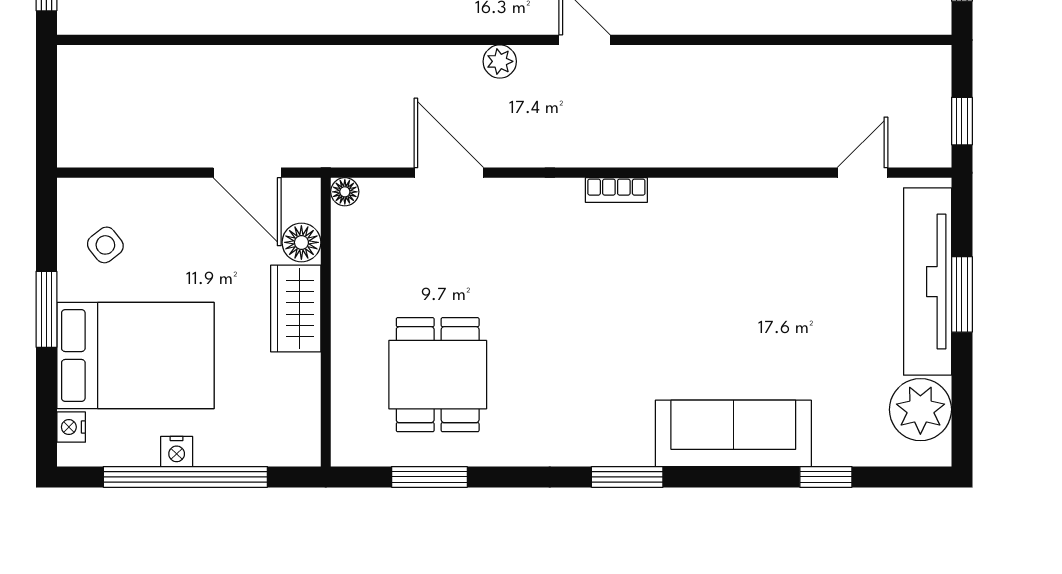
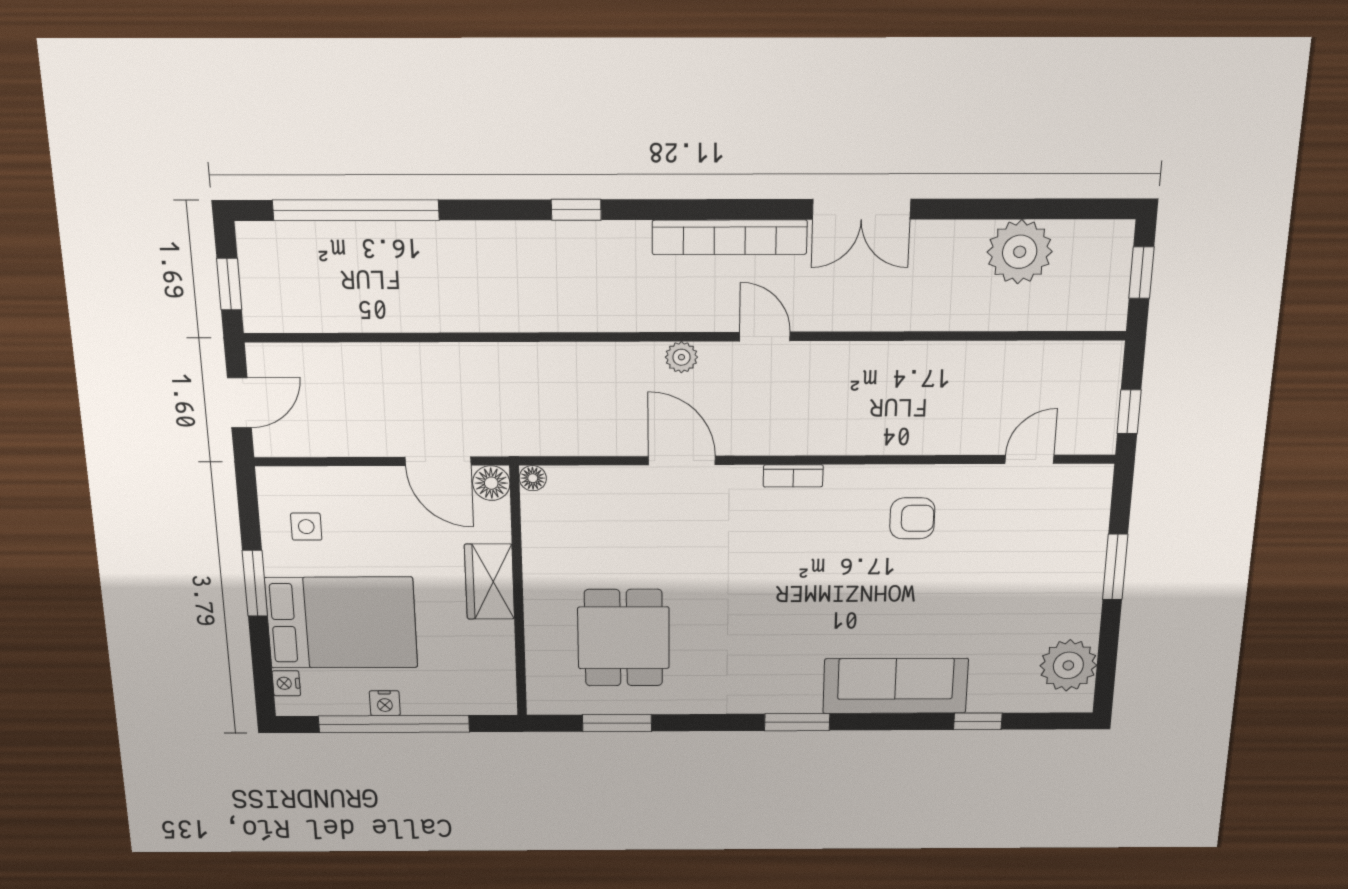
door: (46, 109) -> (239, 403), added
door: (449, 173) -> (682, 460), moved
armchair: (743, 238) -> (912, 518), added
floor lamp: (301, 242) -> (491, 483), moved
side table: (105, 245) -> (306, 527), turned 38
tv unit: (928, 282) -> (1084, 556), removed

